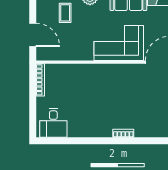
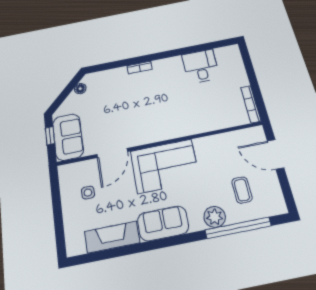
desk: (53, 123) -> (201, 66), moved

